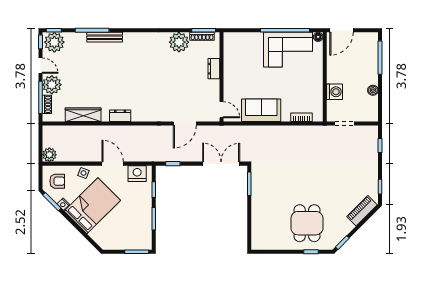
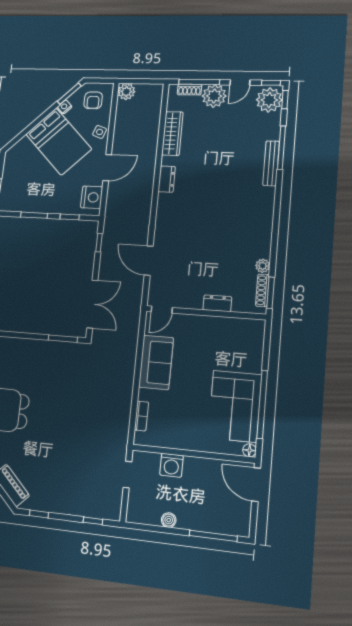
plant: (179, 42) -> (263, 266), width x0.53, depth x0.53

